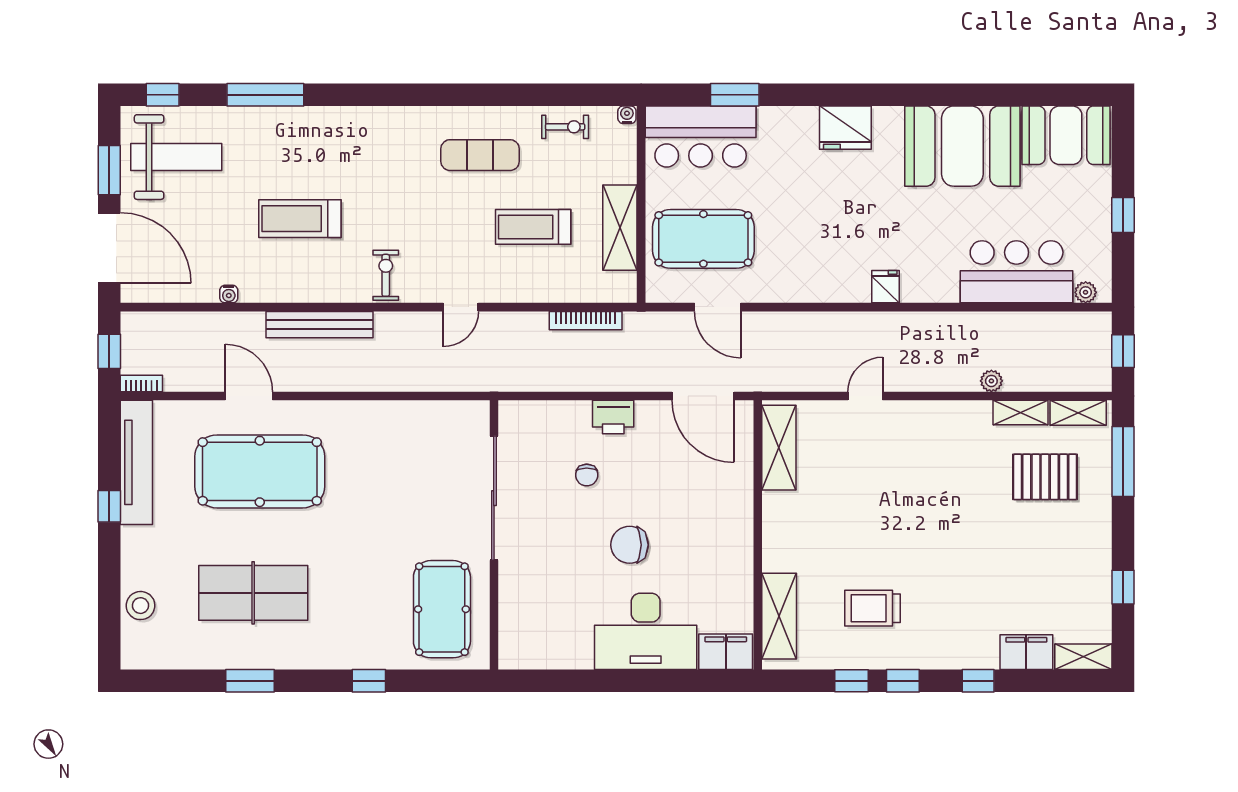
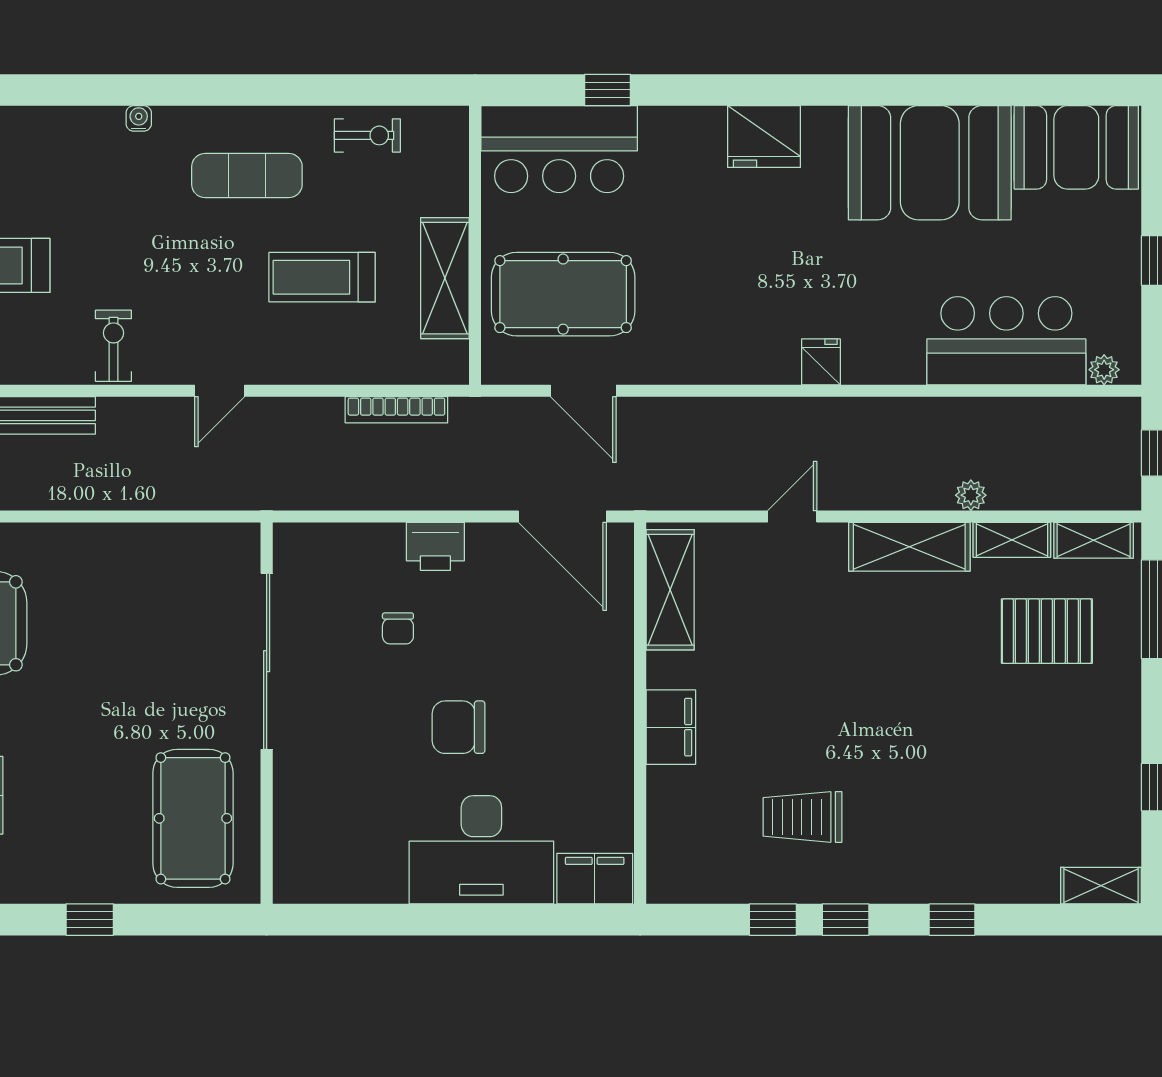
window: (735, 95) -> (608, 90), width x0.67
water cooler: (627, 115) -> (139, 118), moved
shelving: (779, 616) -> (909, 547), moved, turned 90
filing cabinet: (1026, 652) -> (671, 727), moved, turned 90

